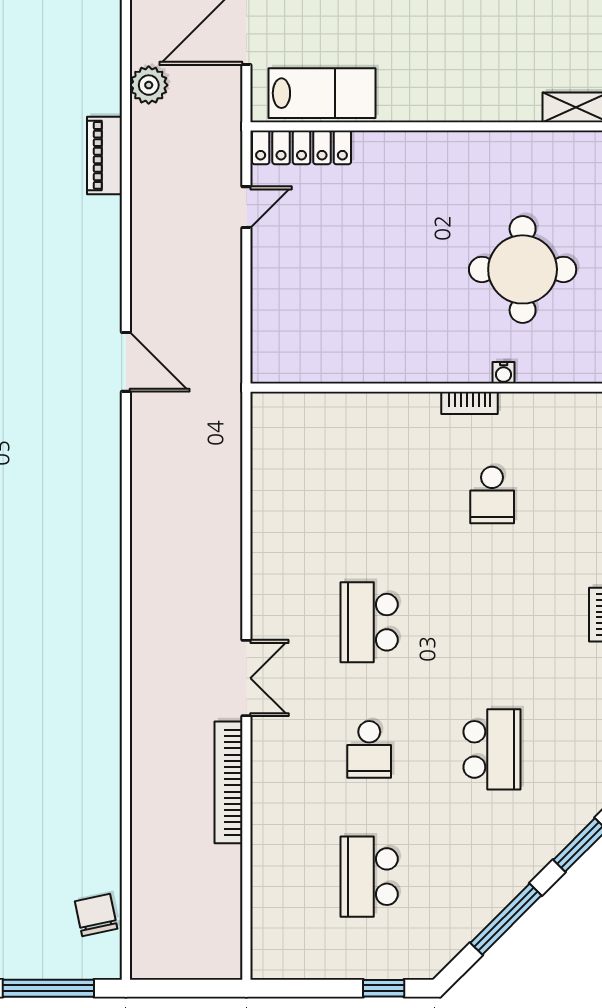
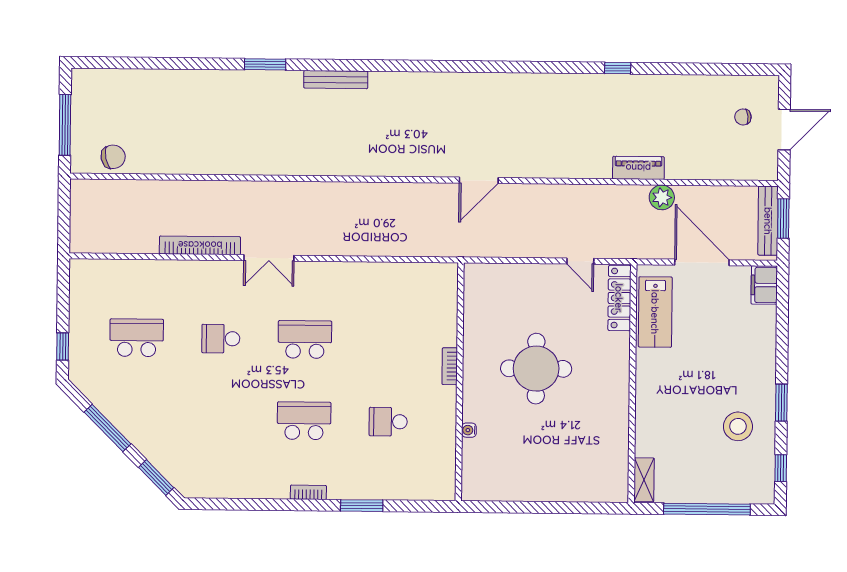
piano: (104, 155) -> (638, 168), moved
round table: (523, 269) -> (536, 369), moved
bookcase: (470, 403) -> (450, 366), moved
school desk: (492, 749) -> (304, 421), moved, turned 180

